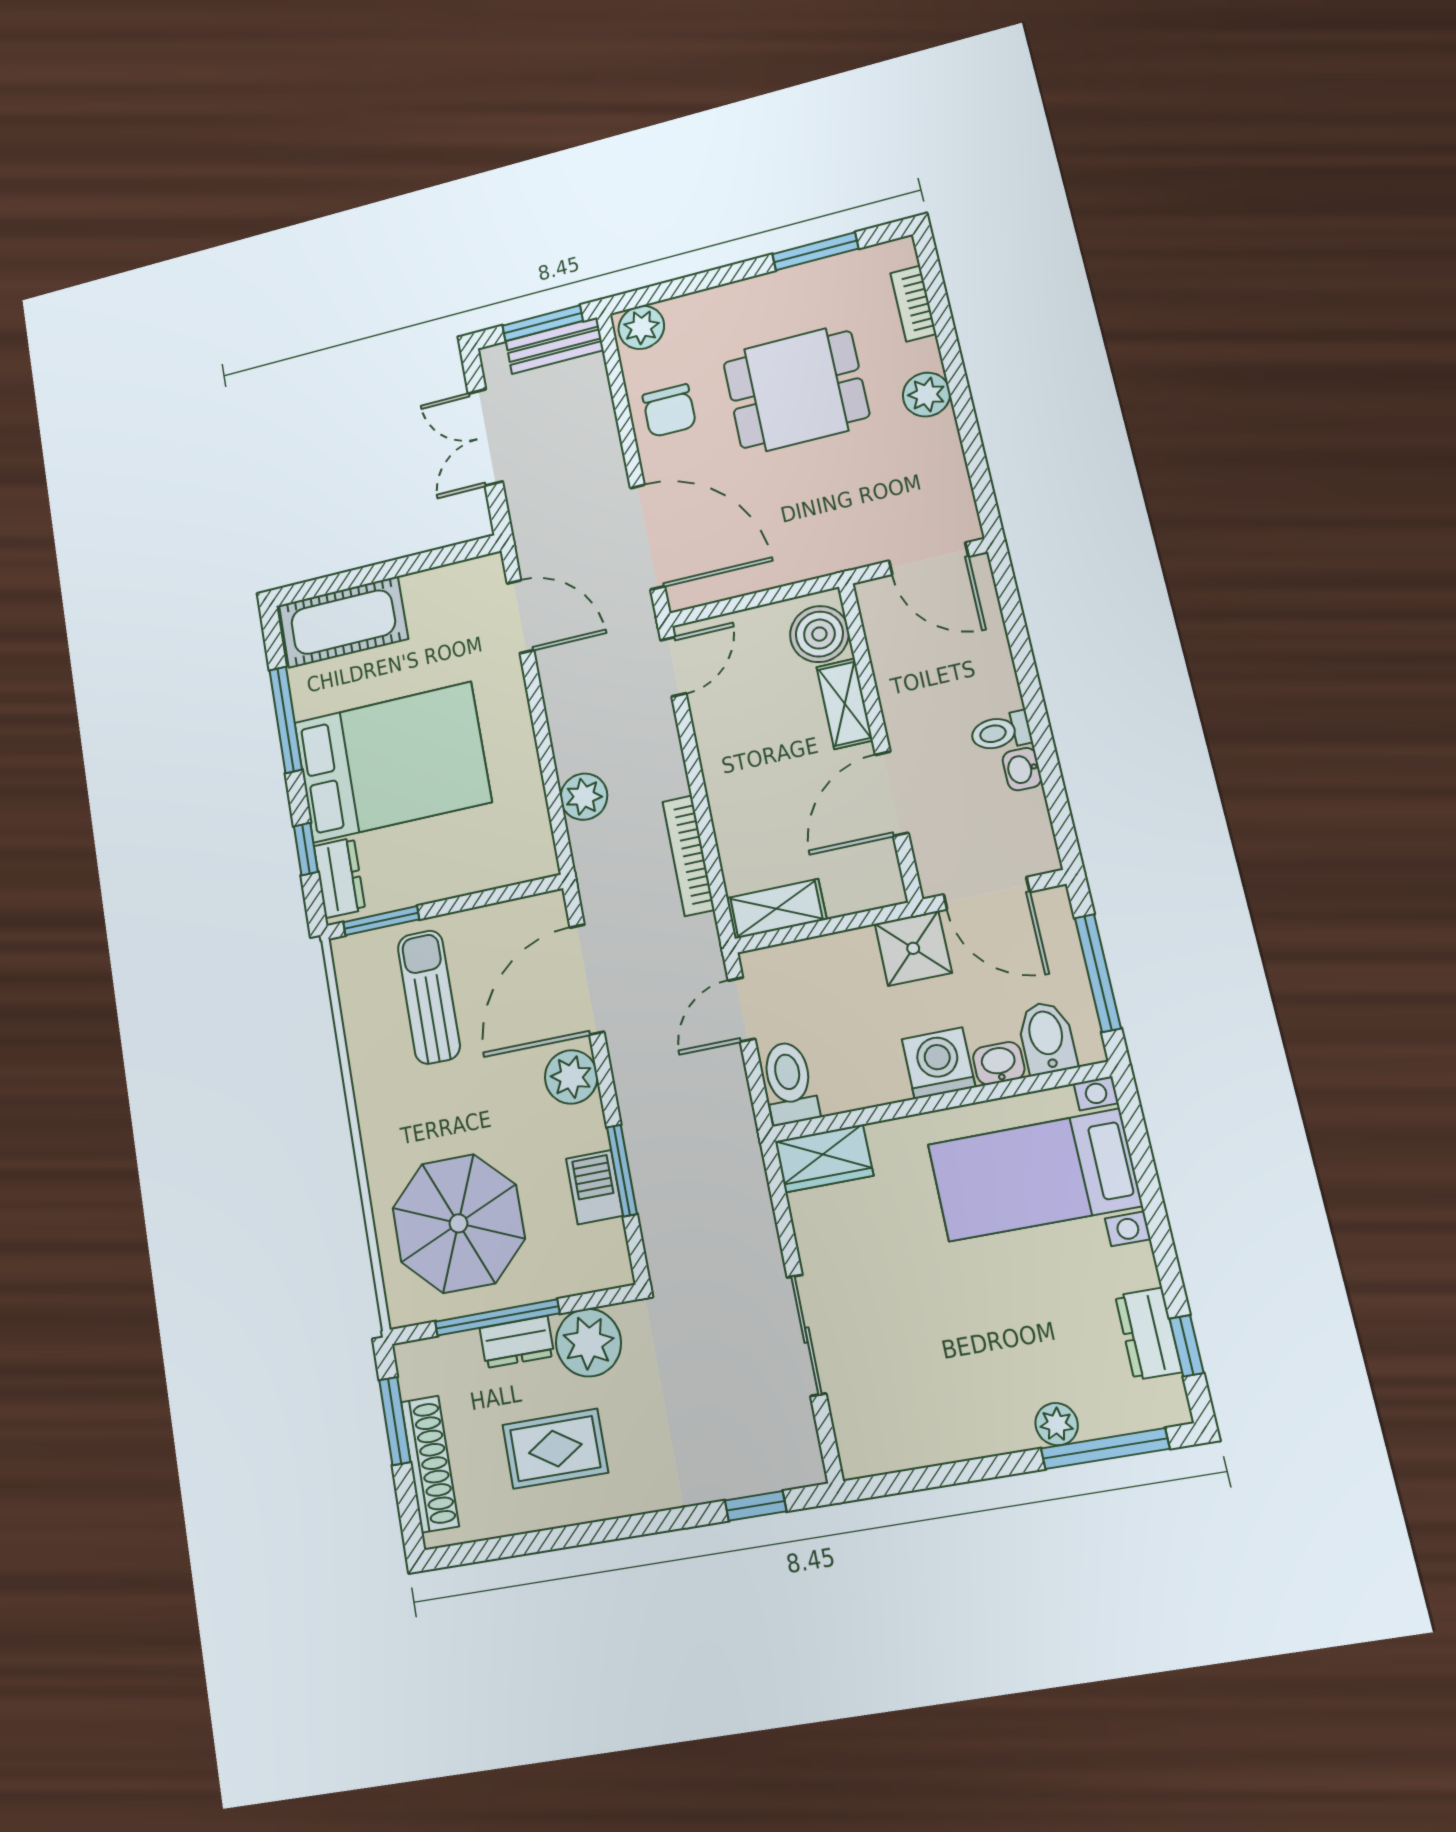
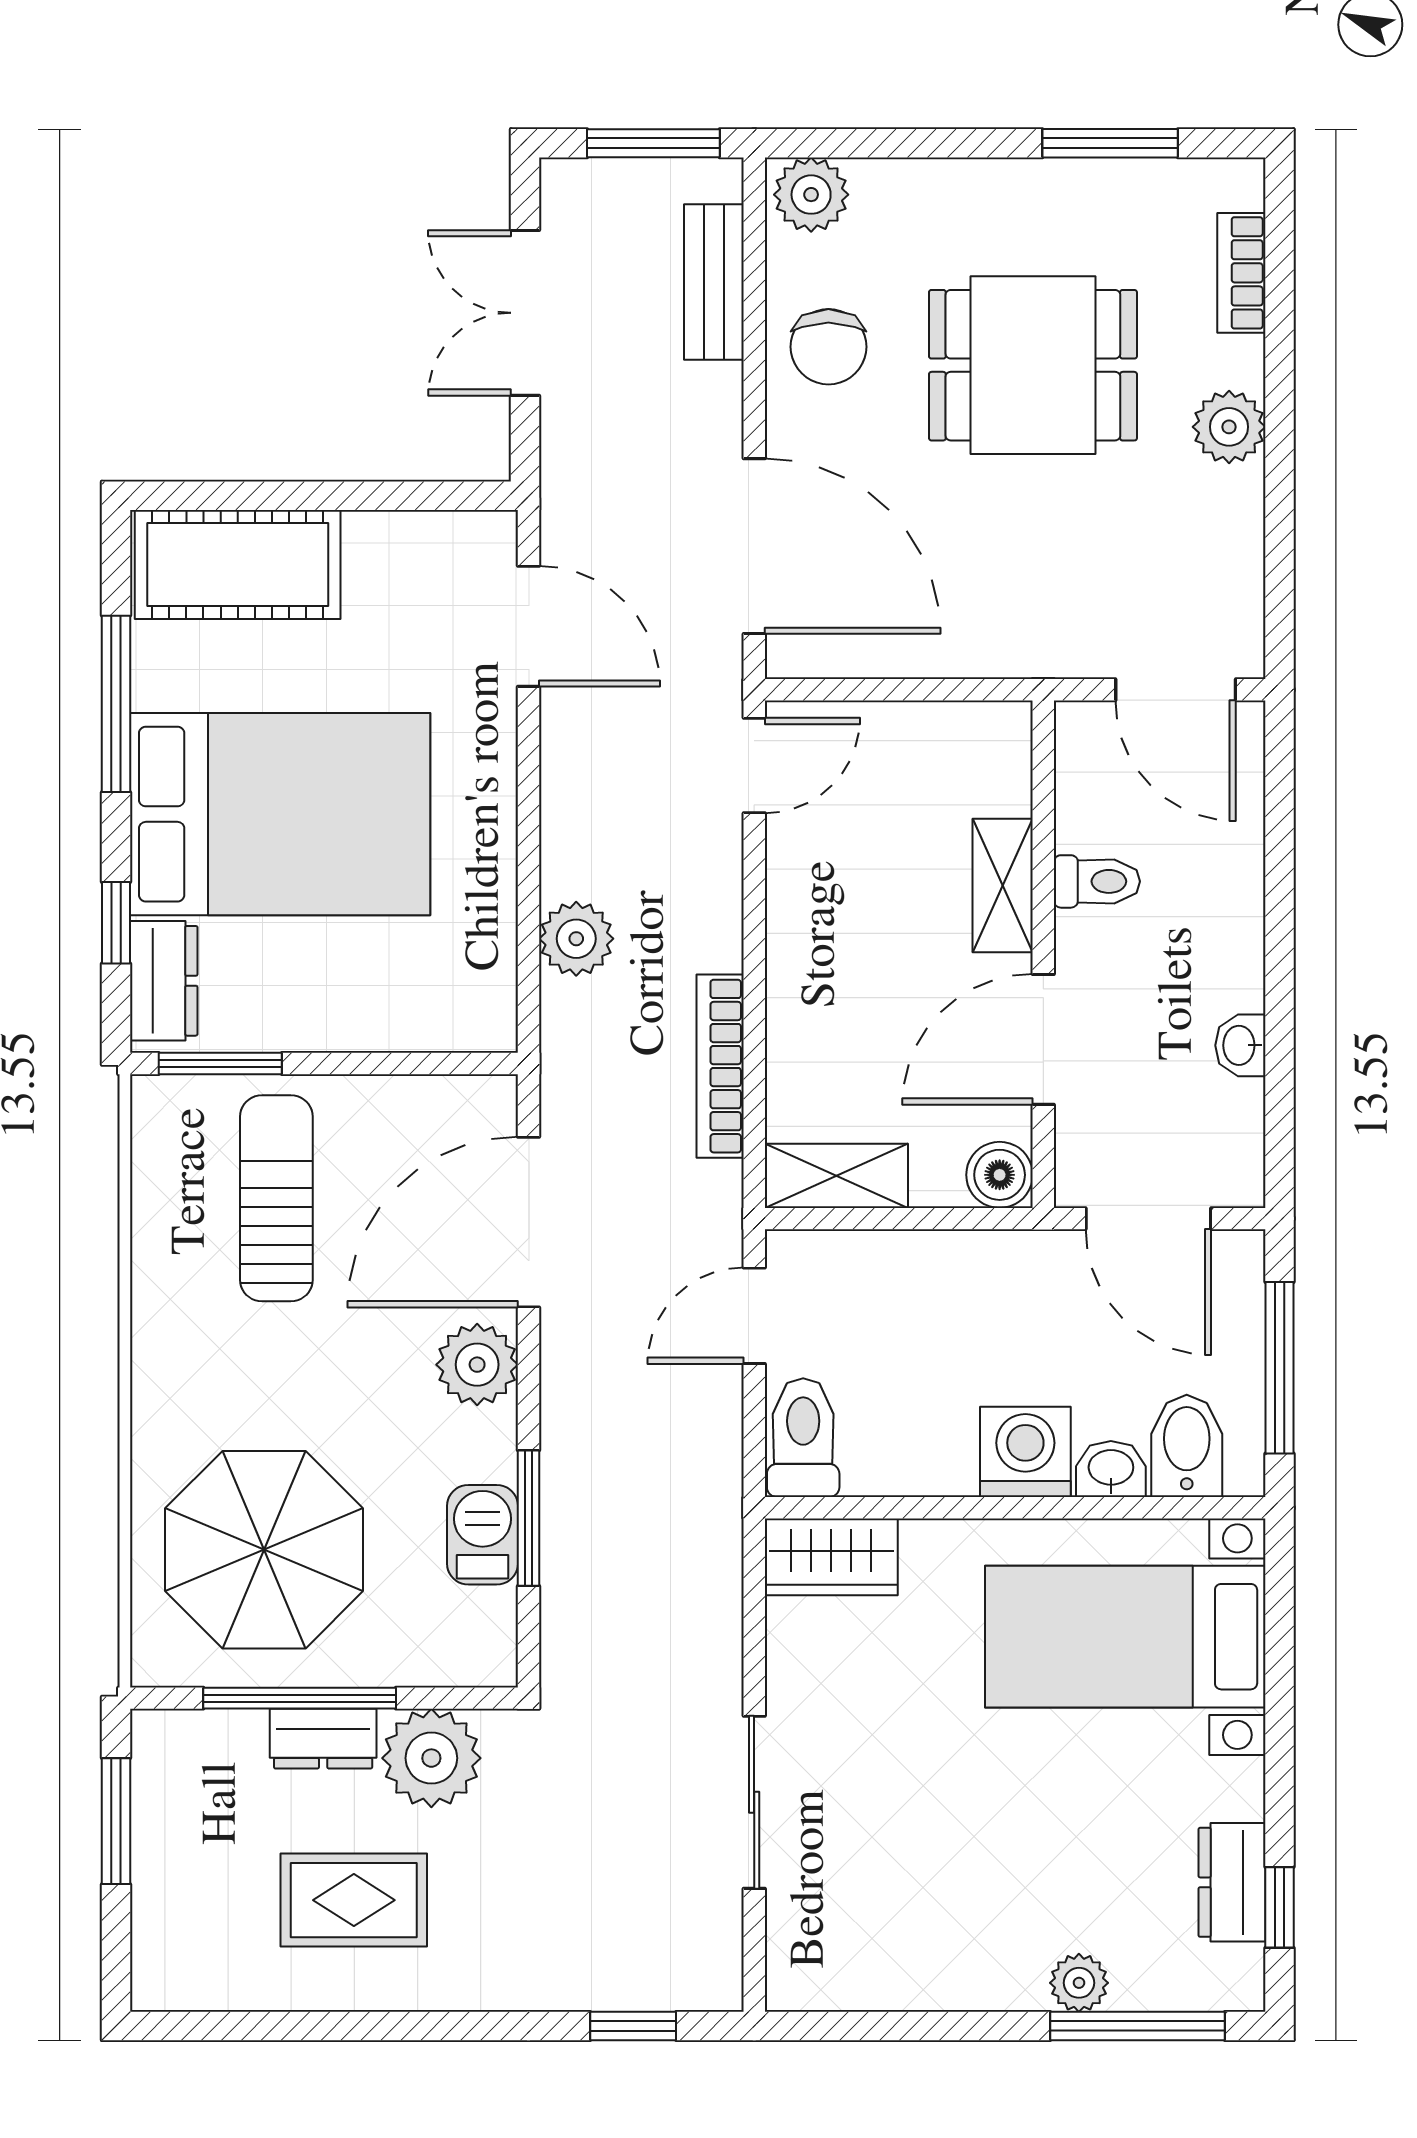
bench: (555, 346) -> (714, 282), moved, turned 90
boiler: (819, 634) -> (1000, 1175), moved, width x0.73, depth x0.73
toilet: (1001, 732) -> (1097, 881), moved, turned 180
shower: (913, 948) -> (1025, 1277), removed
shoe rack: (430, 1464) -> (160, 1891), removed

